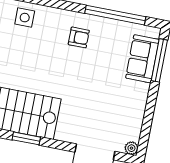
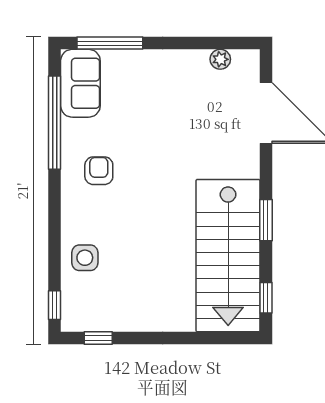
sofa: (142, 59) -> (80, 83), moved, turned -90
plant: (131, 148) -> (220, 59), moved

